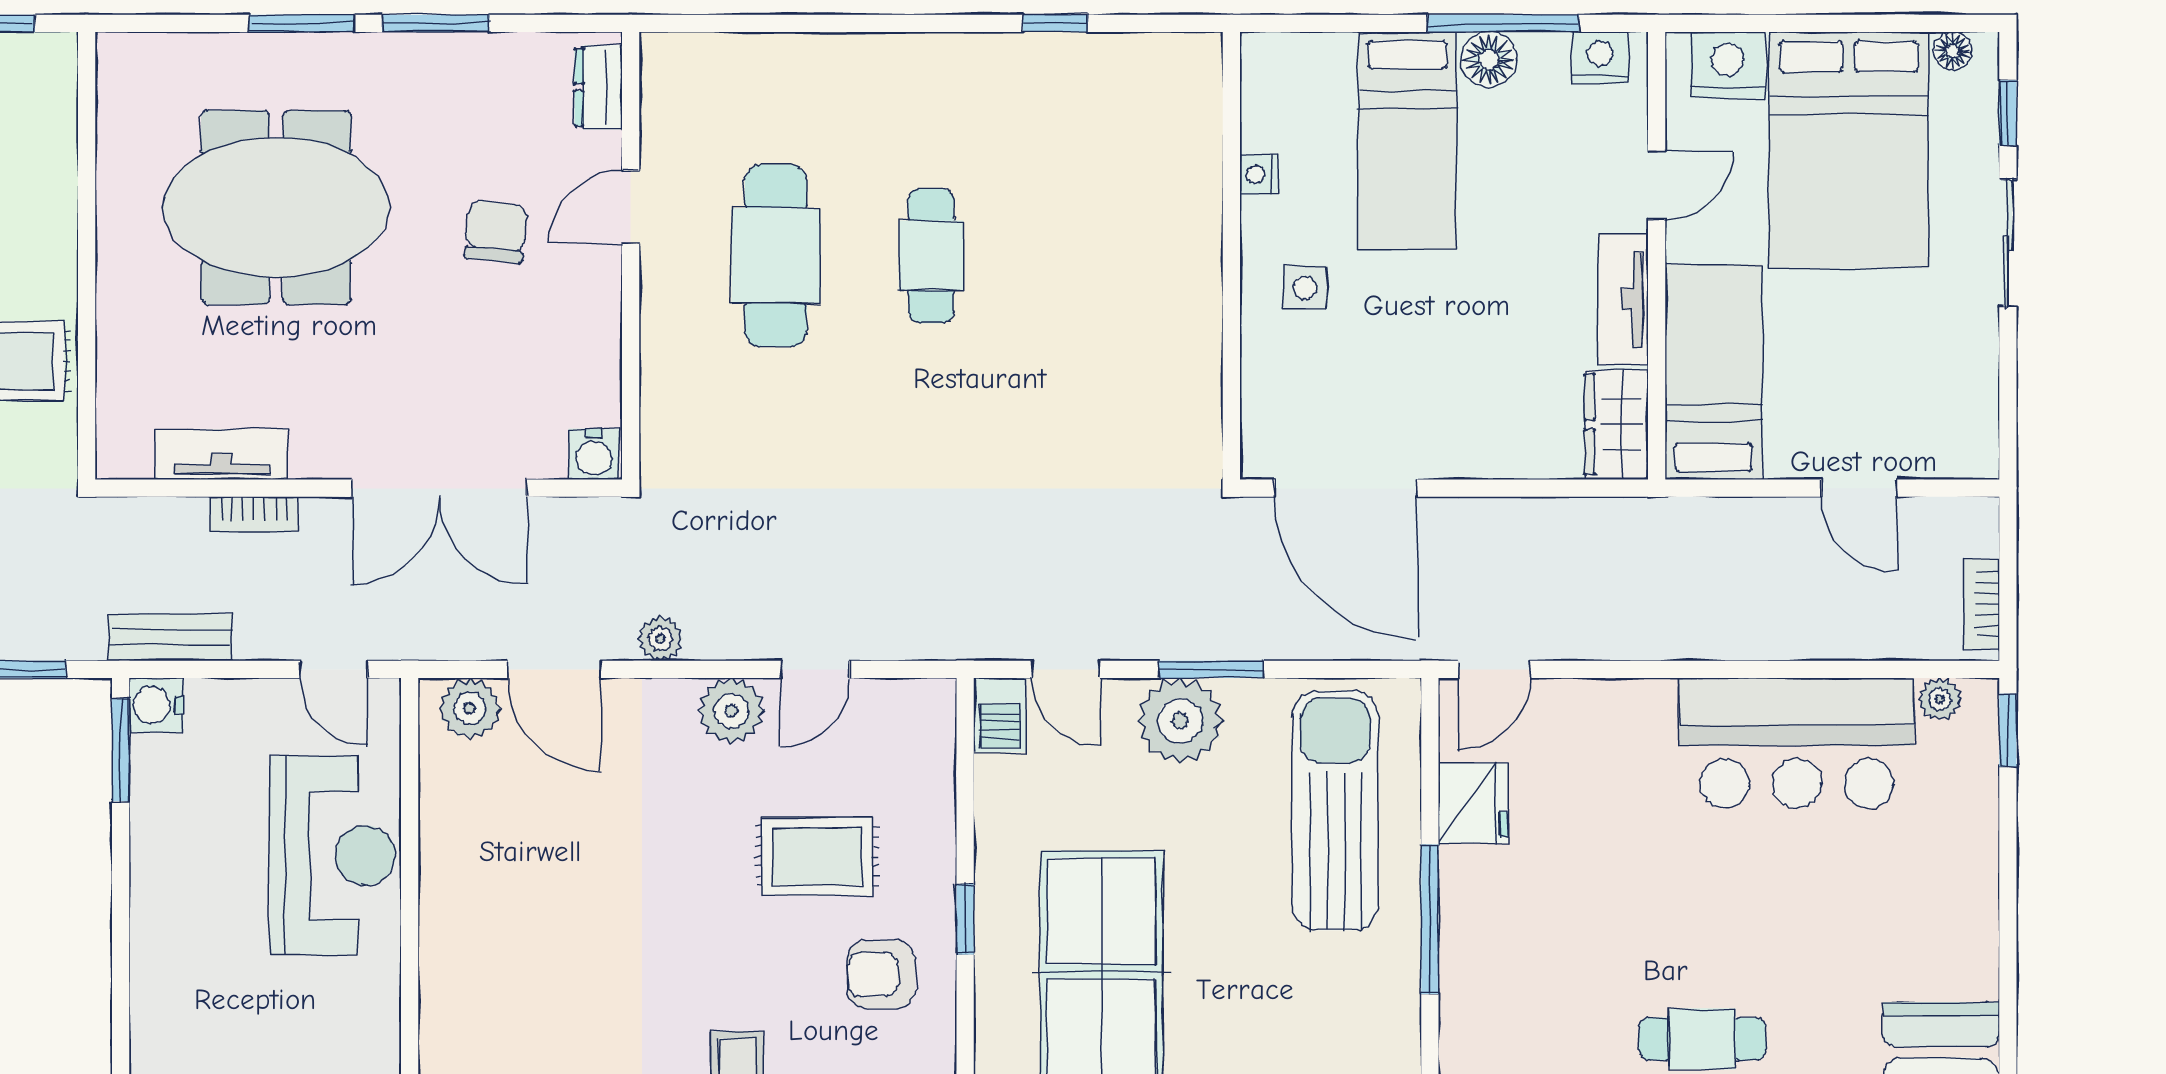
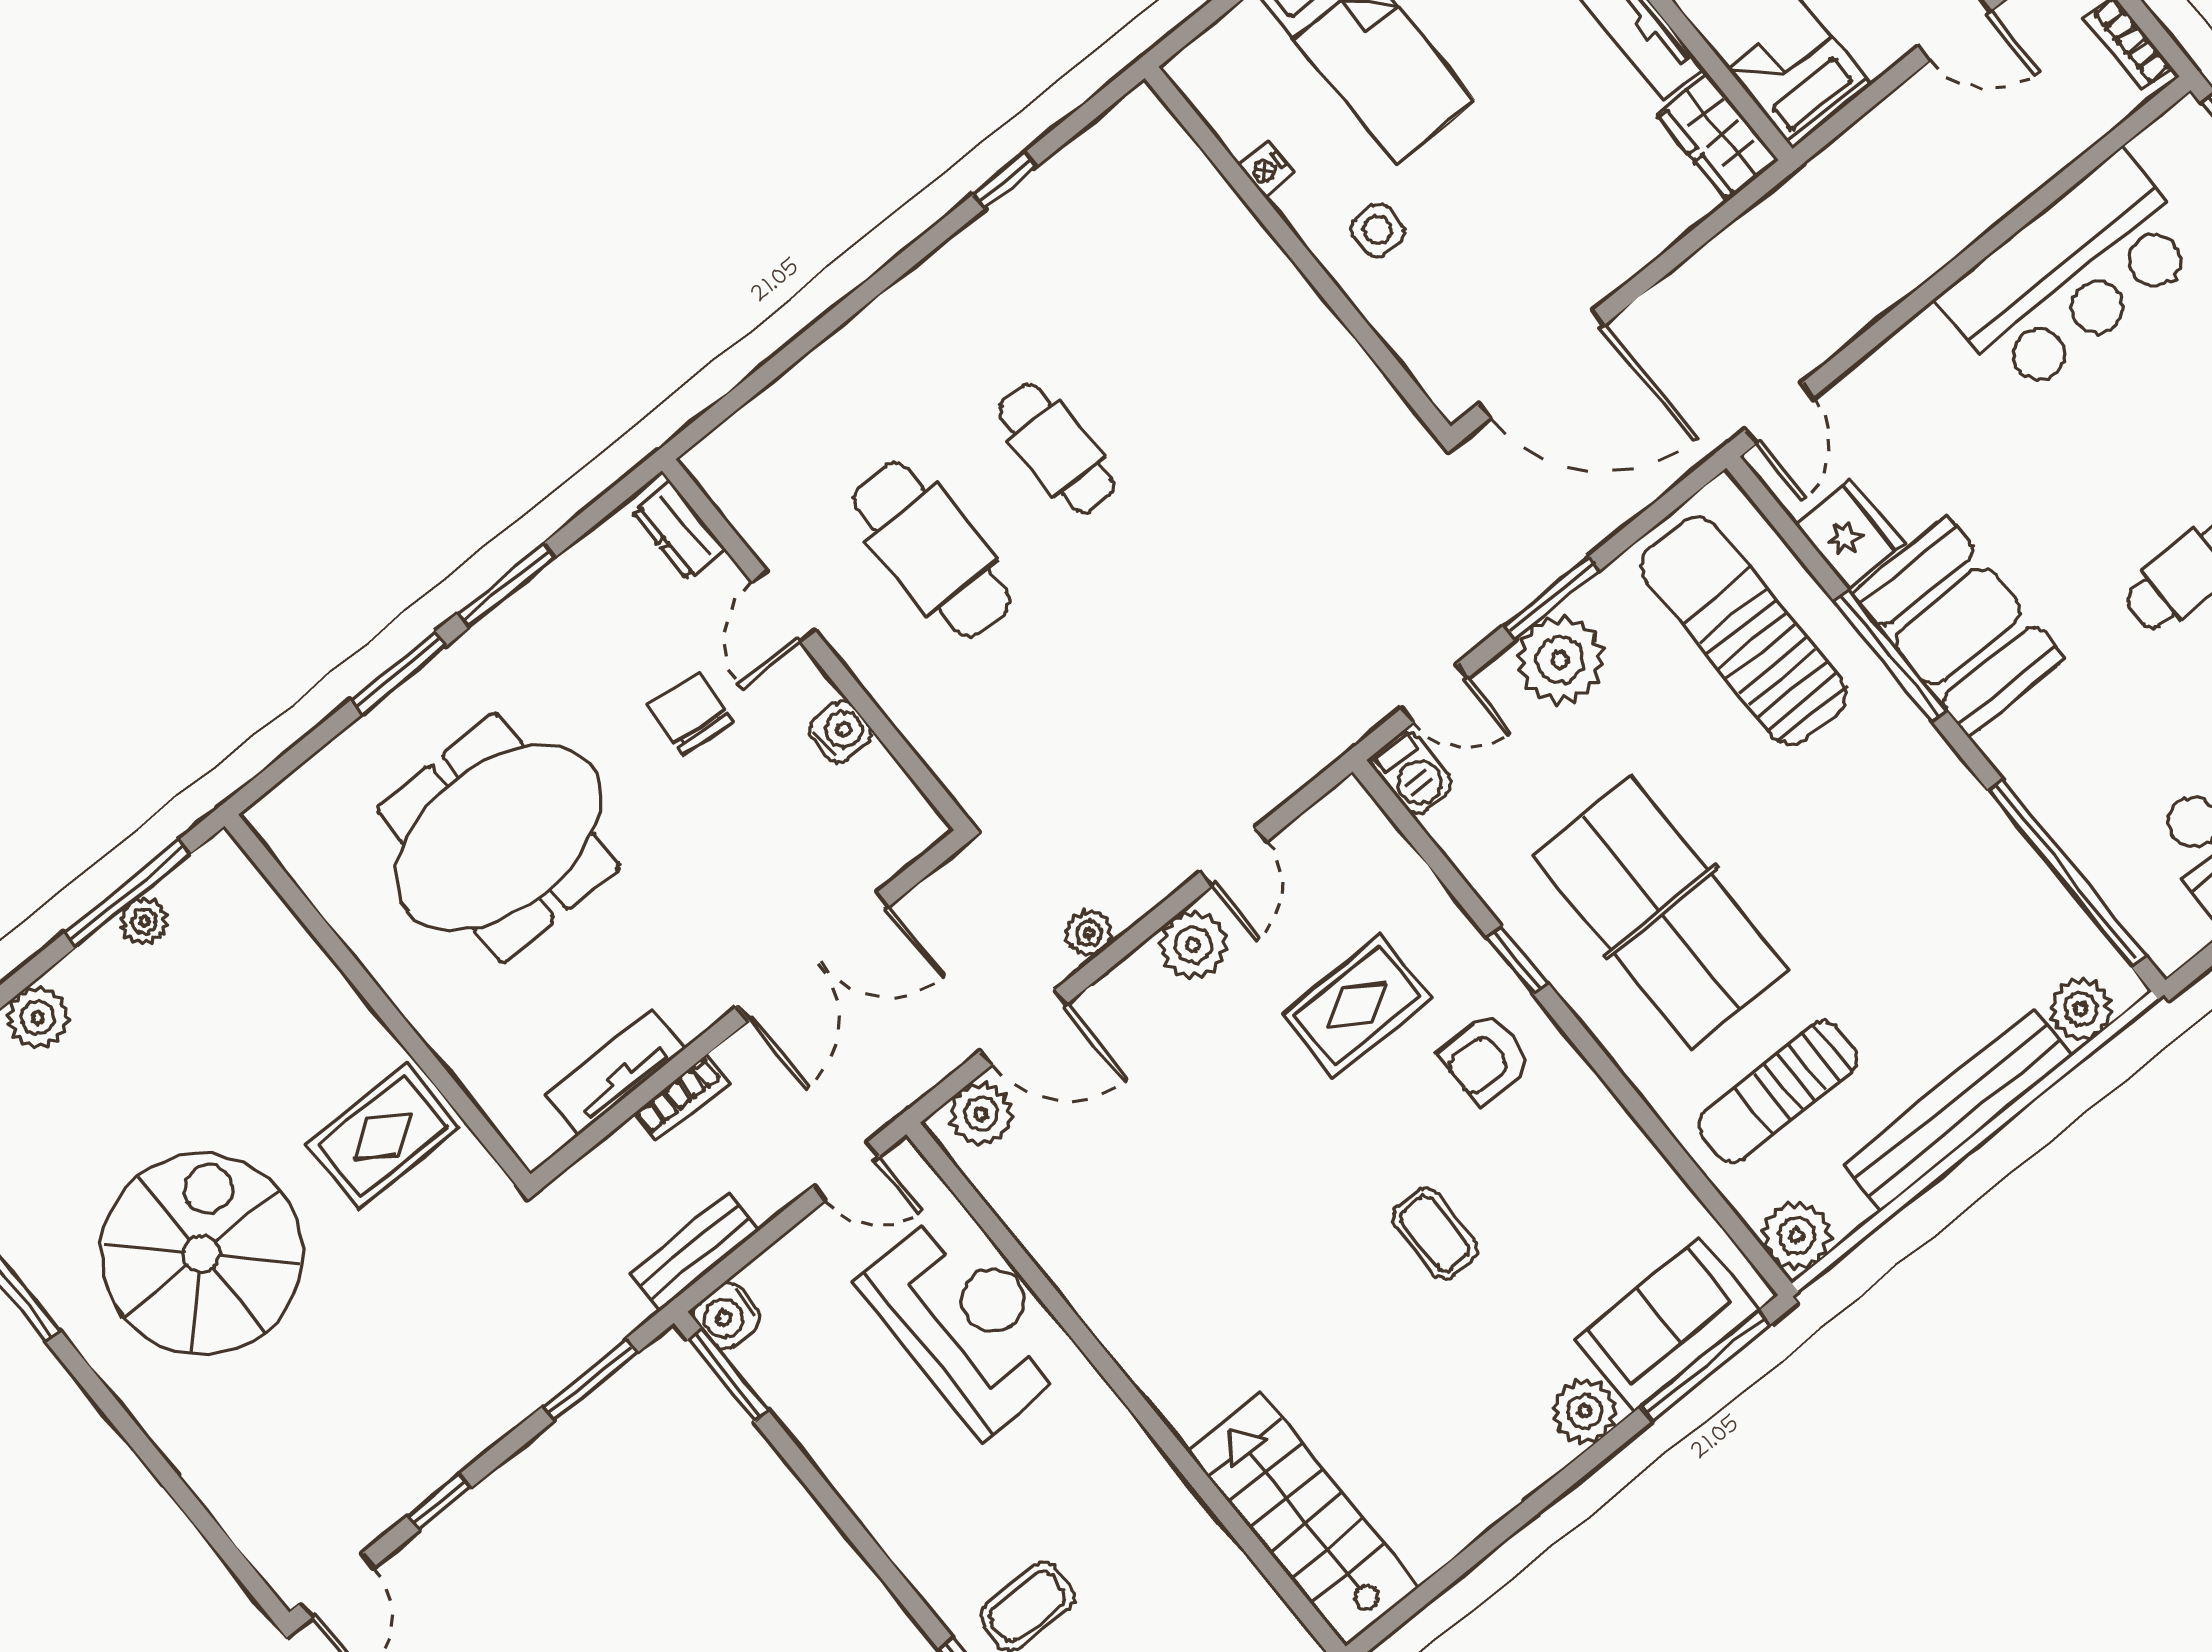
water cooler: (594, 454) -> (841, 732), moved, turned -90
plant: (1940, 699) -> (2157, 146), removed
booth: (1499, 938) -> (1958, 626), added

